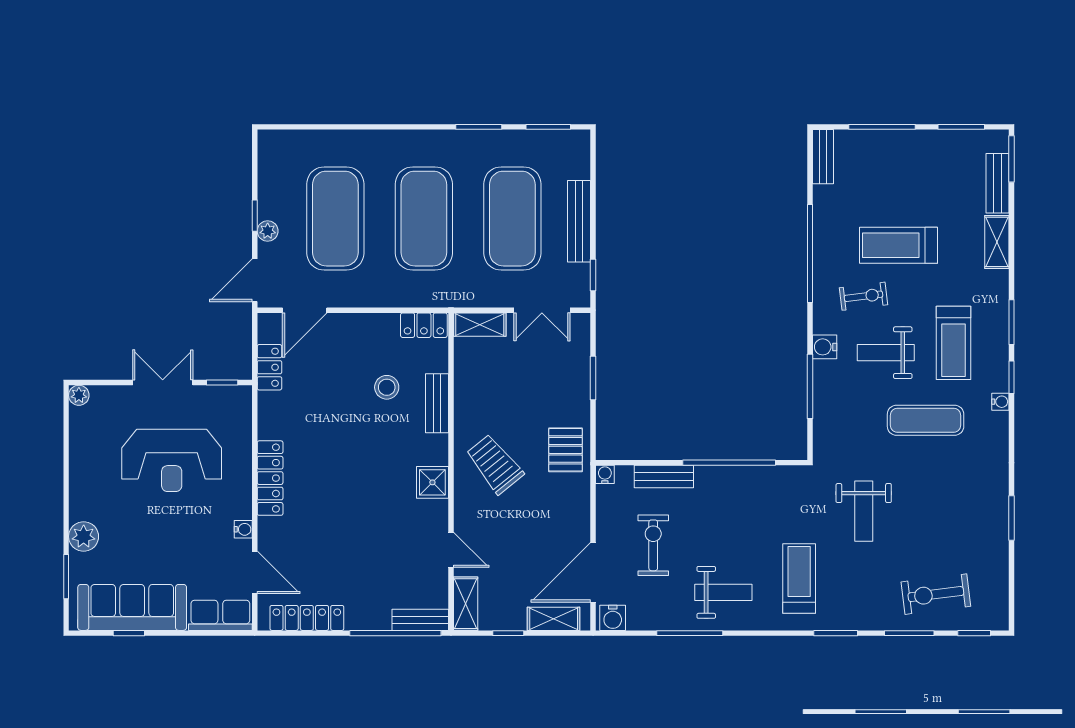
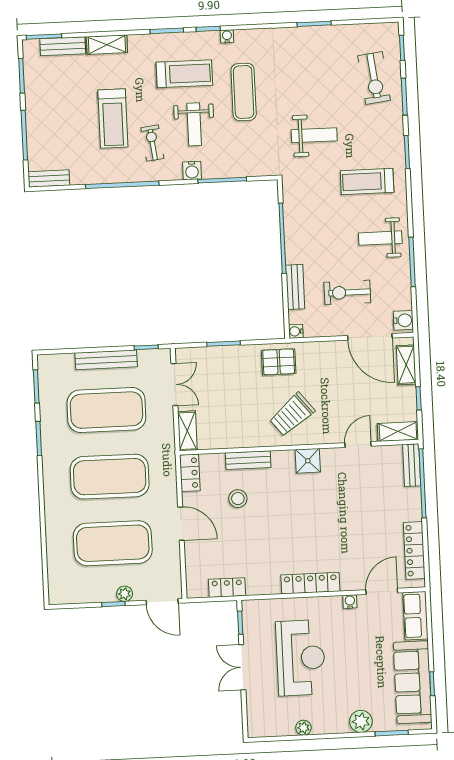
door: (305, 310) -> (181, 524), moved
plant: (79, 395) -> (304, 728), moved
weight bench: (723, 592) -> (380, 238), turned -90

